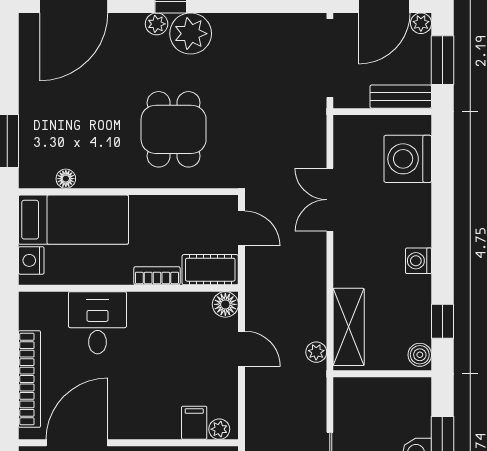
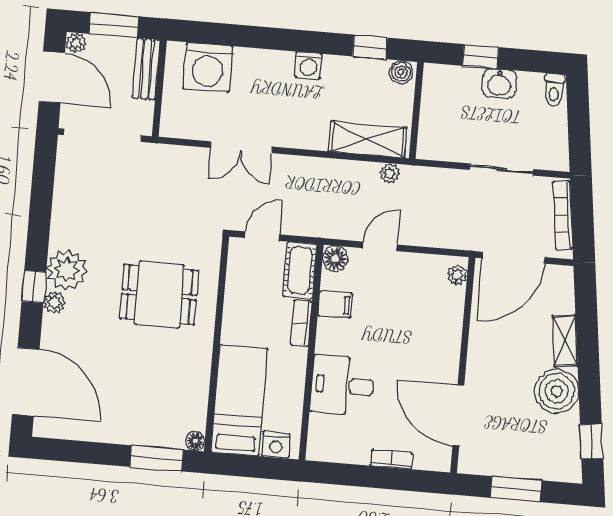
floor lamp: (66, 179) -> (195, 441), moved
bookcase: (30, 379) -> (392, 459), width x0.43, depth x0.76
filing cabinet: (194, 423) -> (335, 304), moved, turned 180

